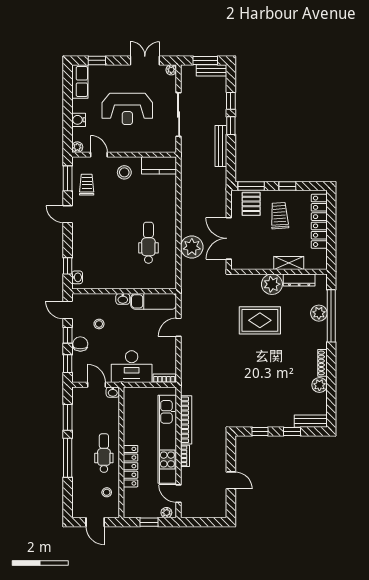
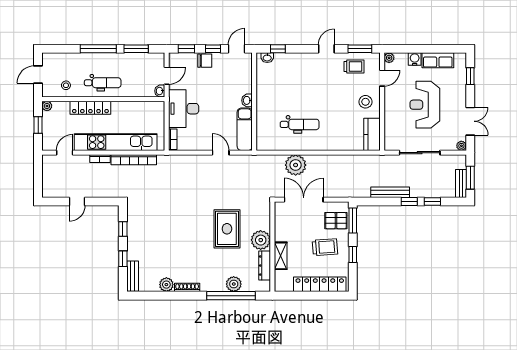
row of seats: (80, 82) -> (438, 60), moved
stool: (99, 324) -> (224, 78), removed
plant: (166, 513) -> (47, 106), moved

